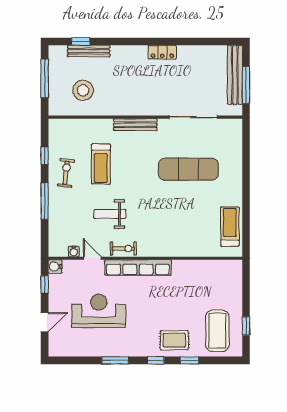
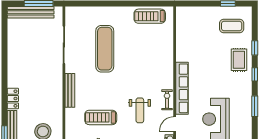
locker: (162, 52) -> (13, 99), moved
treadmill: (101, 164) -> (101, 117), turned 180
coffee table: (217, 331) -> (232, 26), width x0.73, depth x0.76

